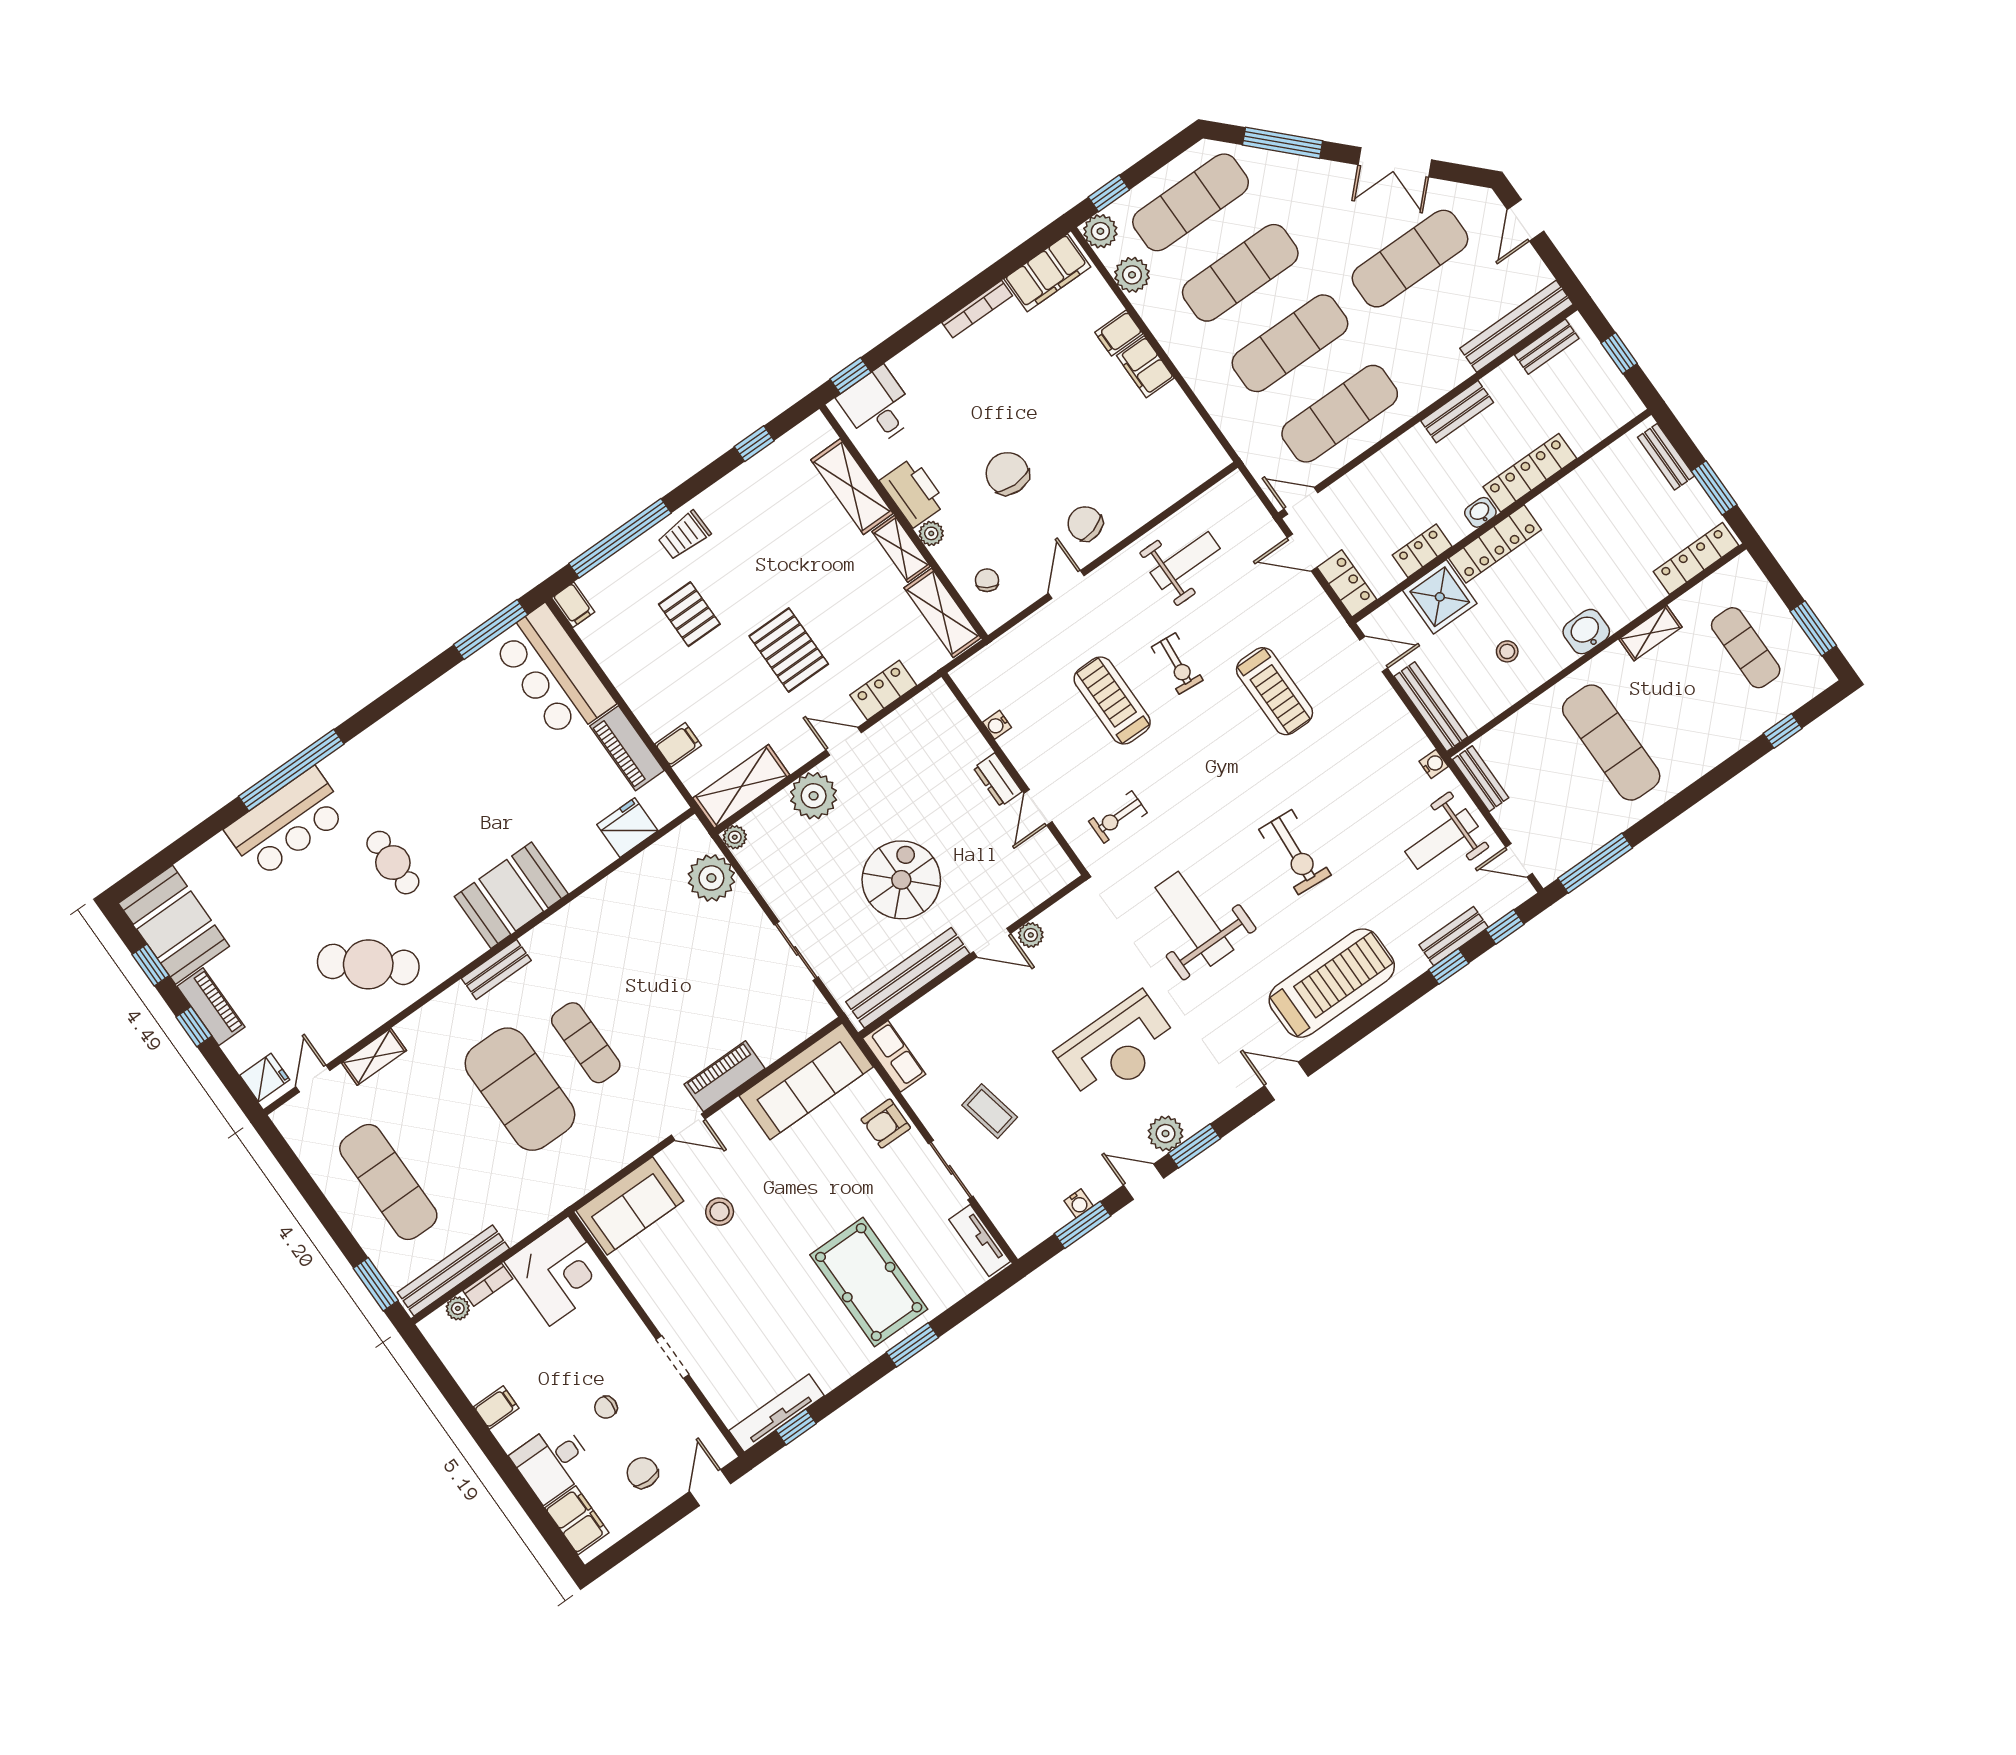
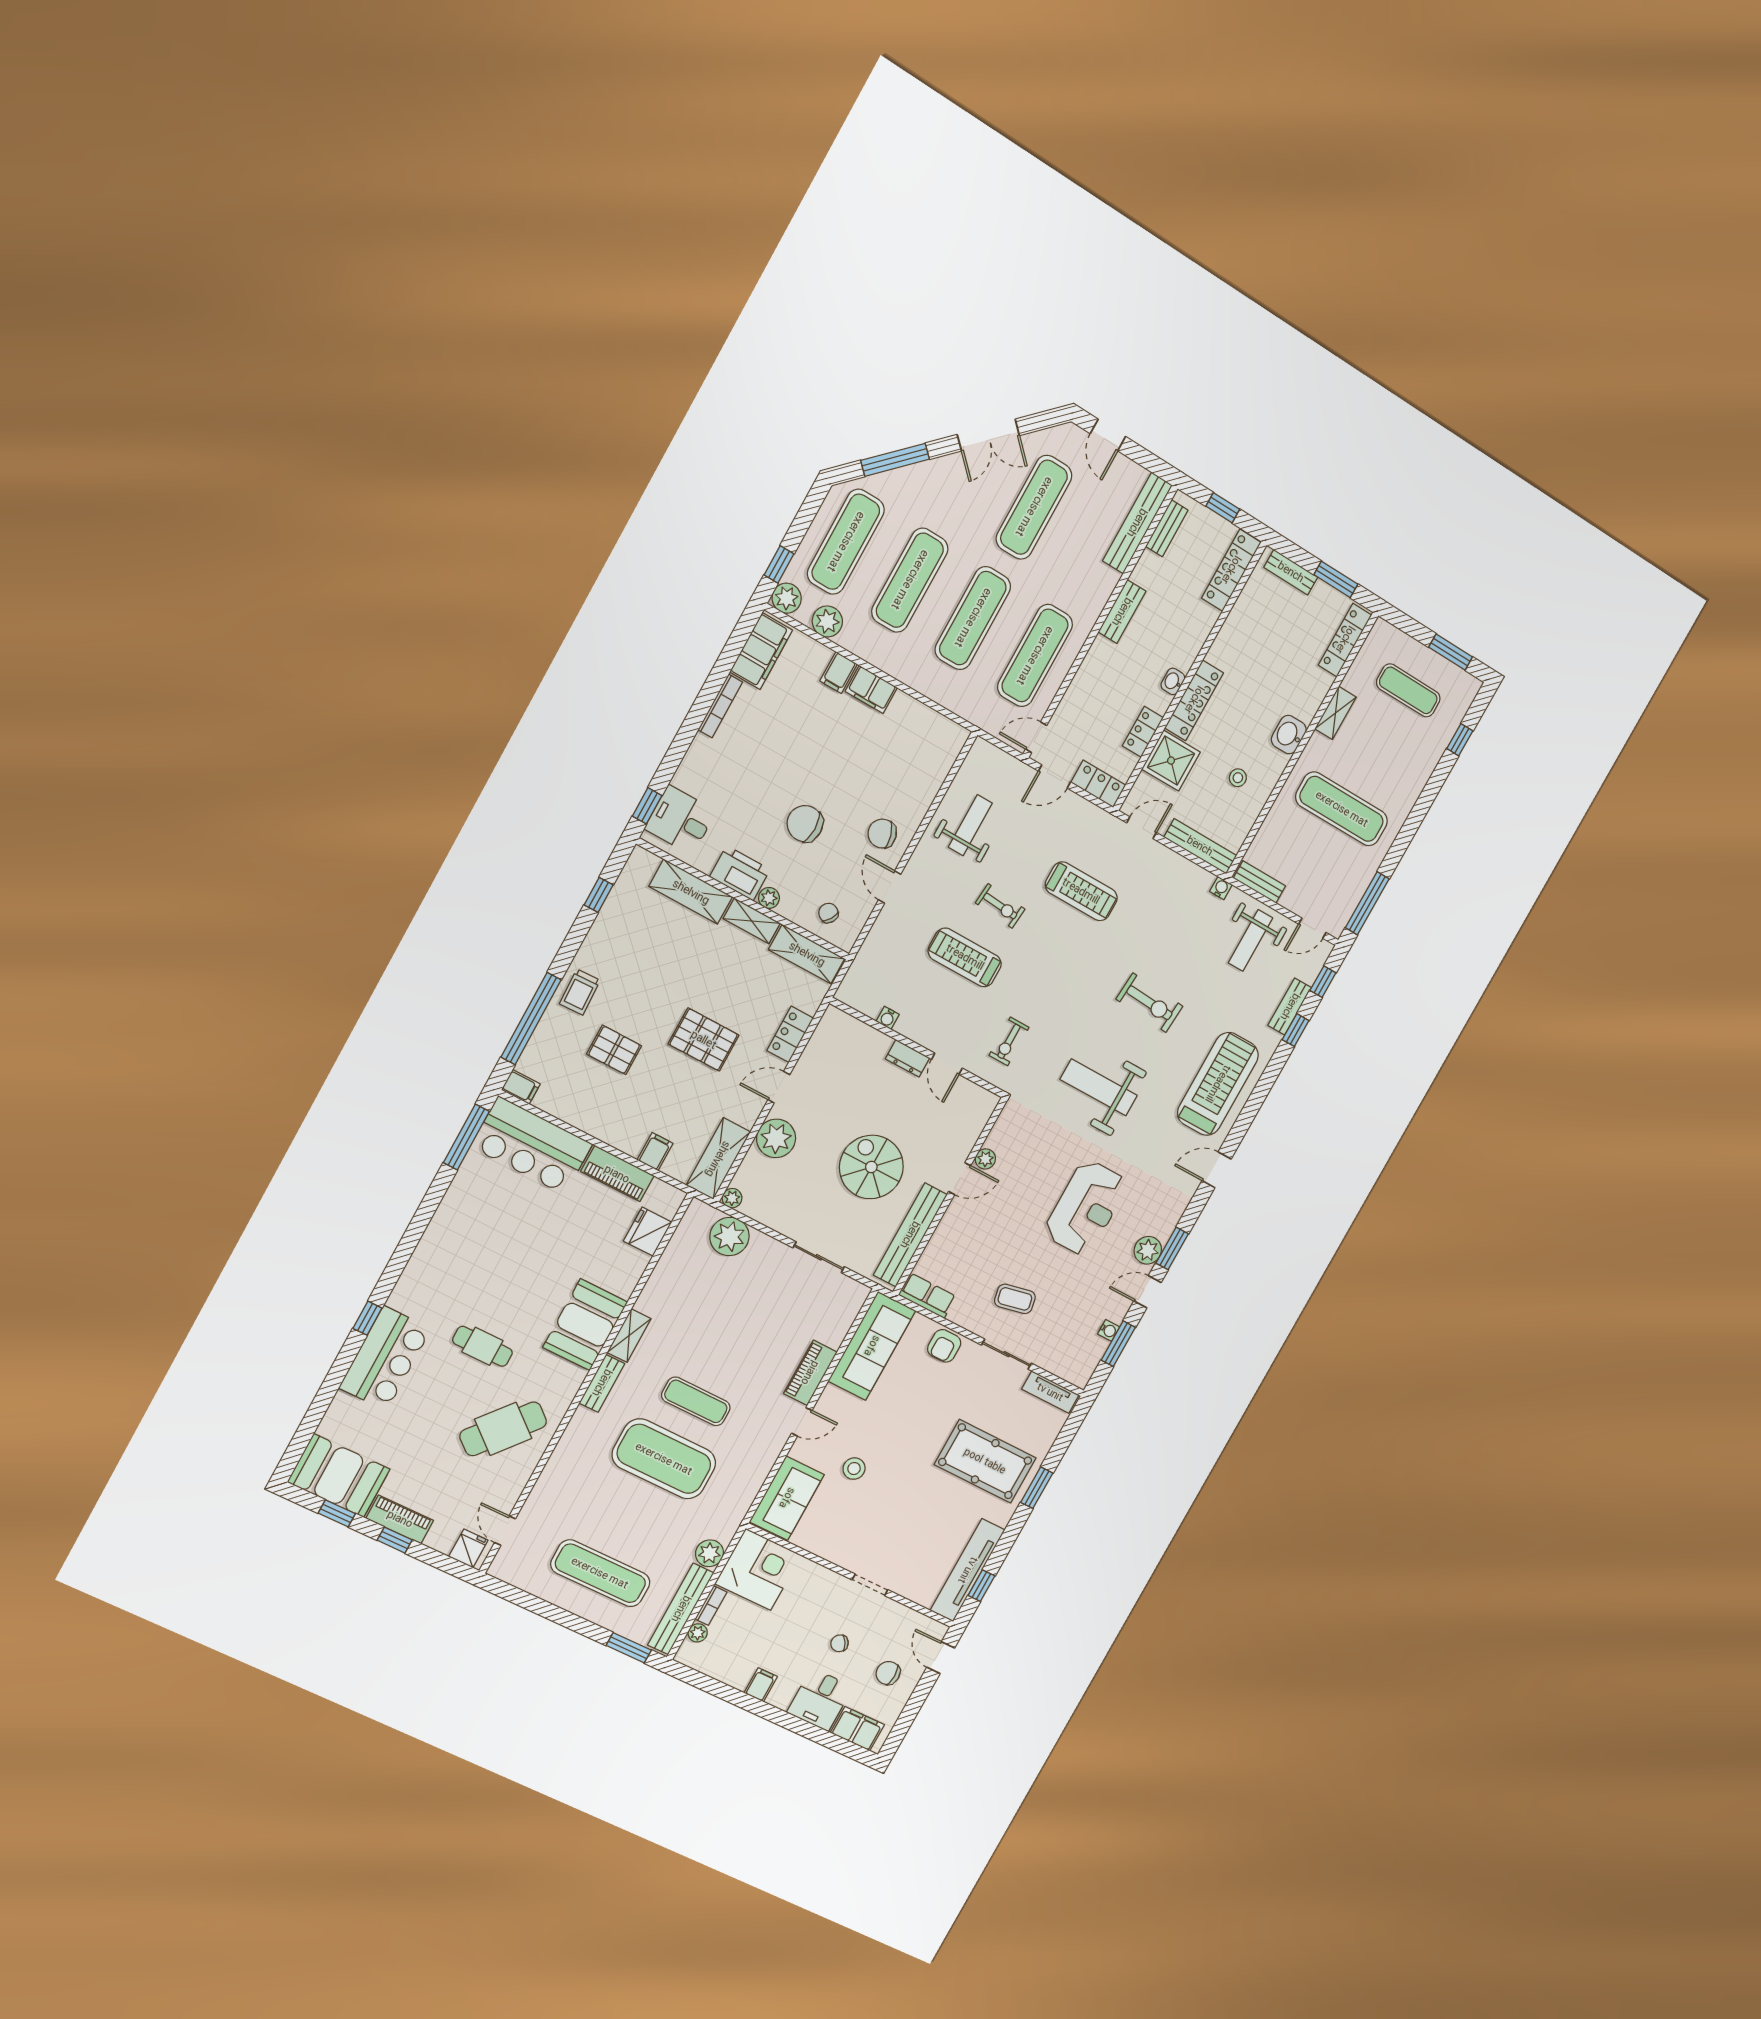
locker: (1530, 473) -> (1231, 570), moved
window: (291, 770) -> (367, 1318), width x0.32
shelving: (374, 1057) -> (629, 1336), moved
plant: (516, 1223) -> (709, 1553), added
chair: (606, 1407) -> (840, 1643), turned 59
tv unit: (777, 1413) -> (968, 1570), width x1.36, depth x1.29

